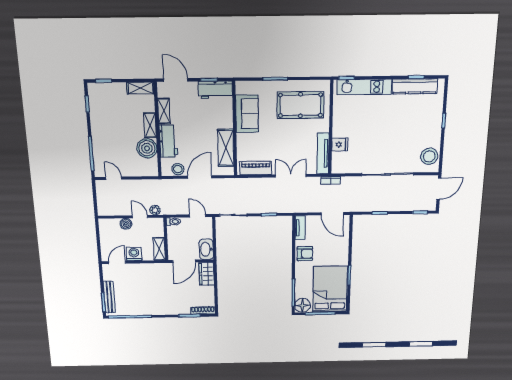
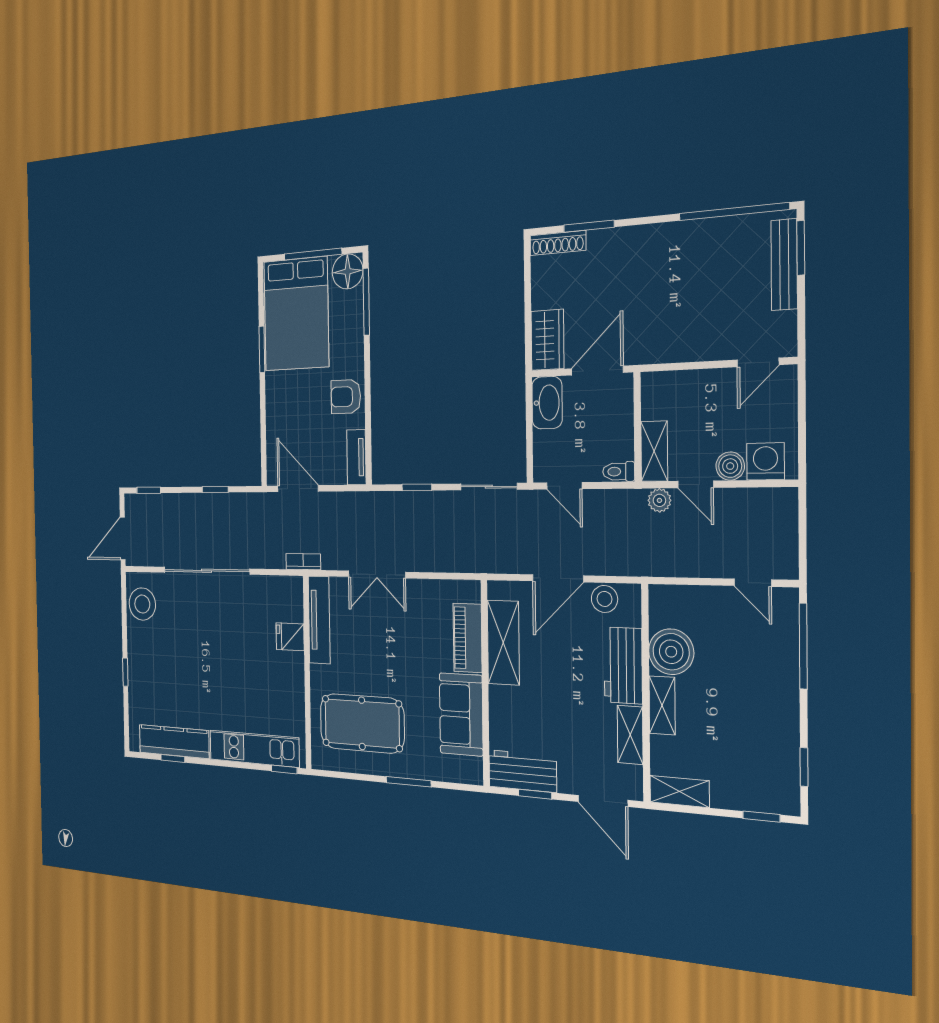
piano: (256, 168) -> (468, 638), moved, turned 90
shelving: (159, 249) -> (654, 451), moved
washing machine: (134, 254) -> (765, 461), moved, turned 180

